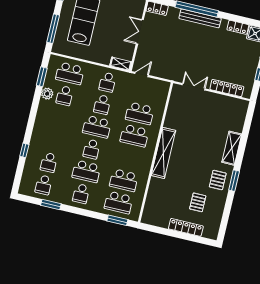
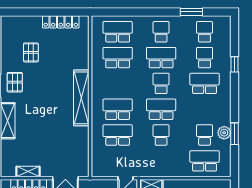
window: (42, 77) -> (234, 134), moved
school desk: (107, 82) -> (205, 83), moved, width x1.85
shelving: (225, 100) -> (28, 172), added
window: (117, 220) -> (114, 12), removed
locker: (186, 227) -> (61, 22), moved

